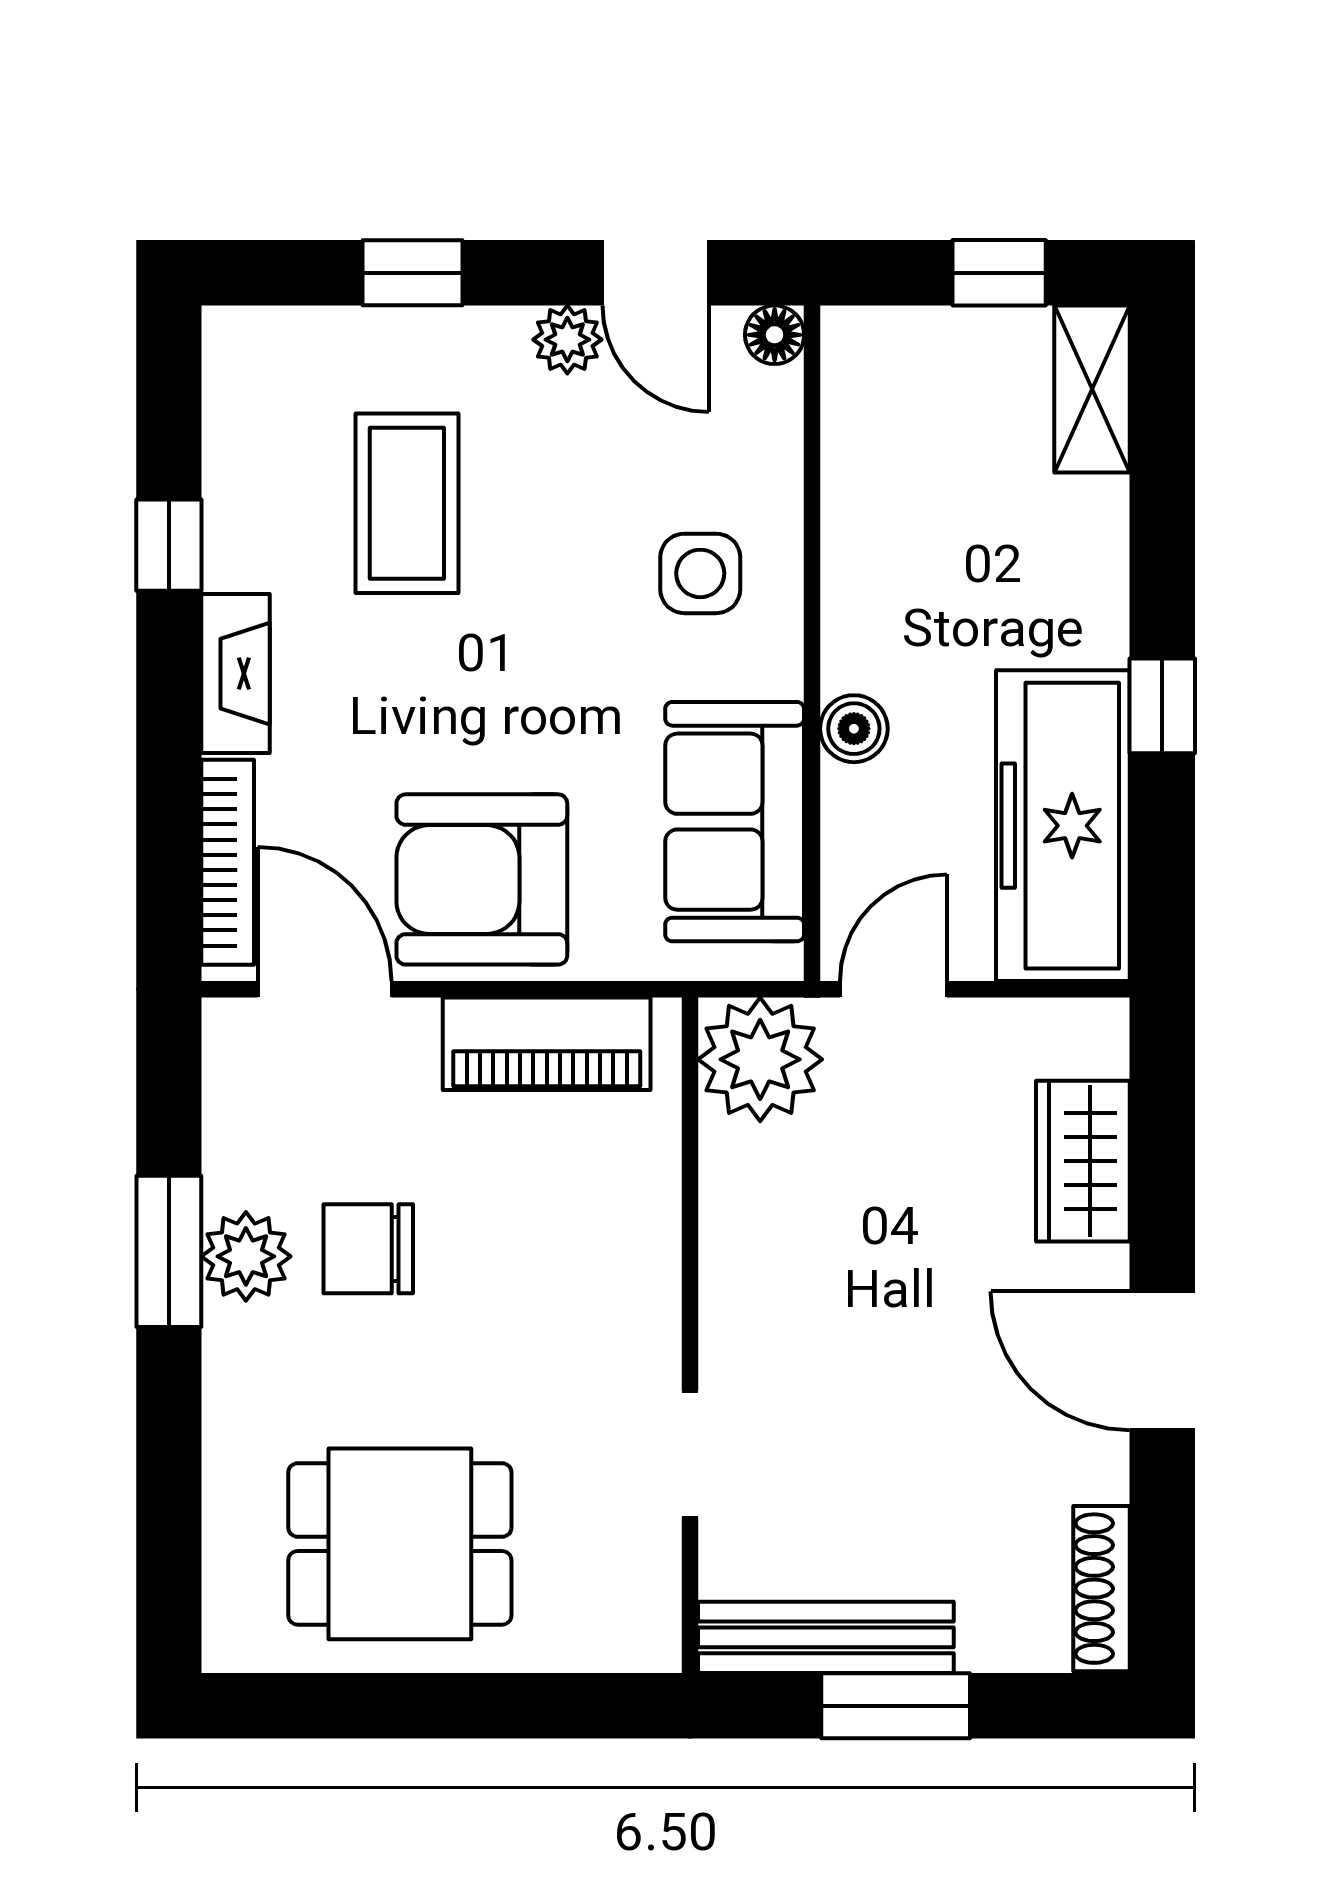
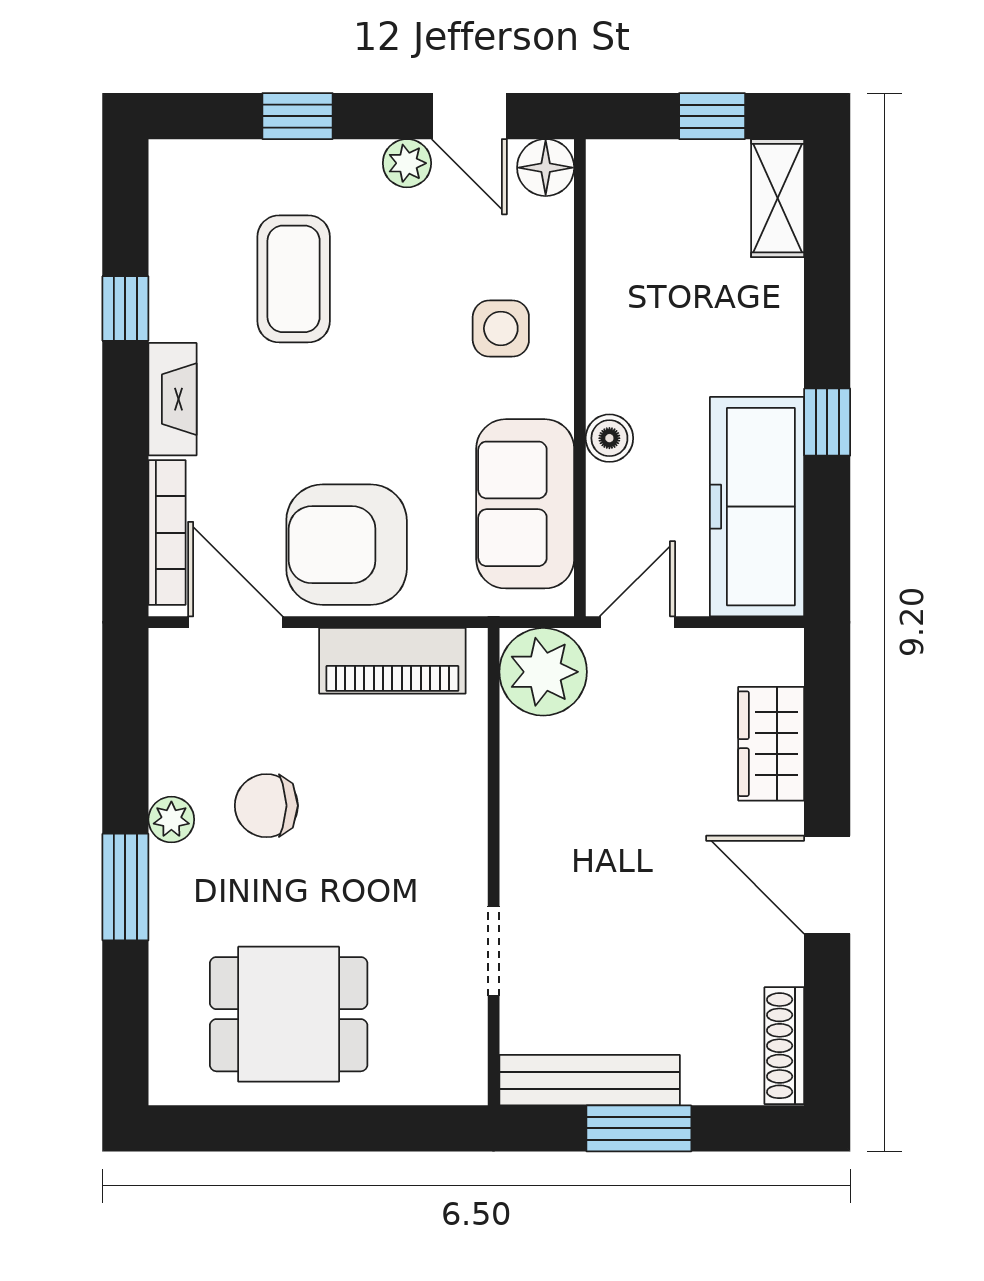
floor lamp: (775, 335) -> (546, 168), width x1.37, depth x1.37
window: (169, 1251) -> (125, 887), moved
plant: (246, 1256) -> (171, 820), width x0.73, depth x0.73

